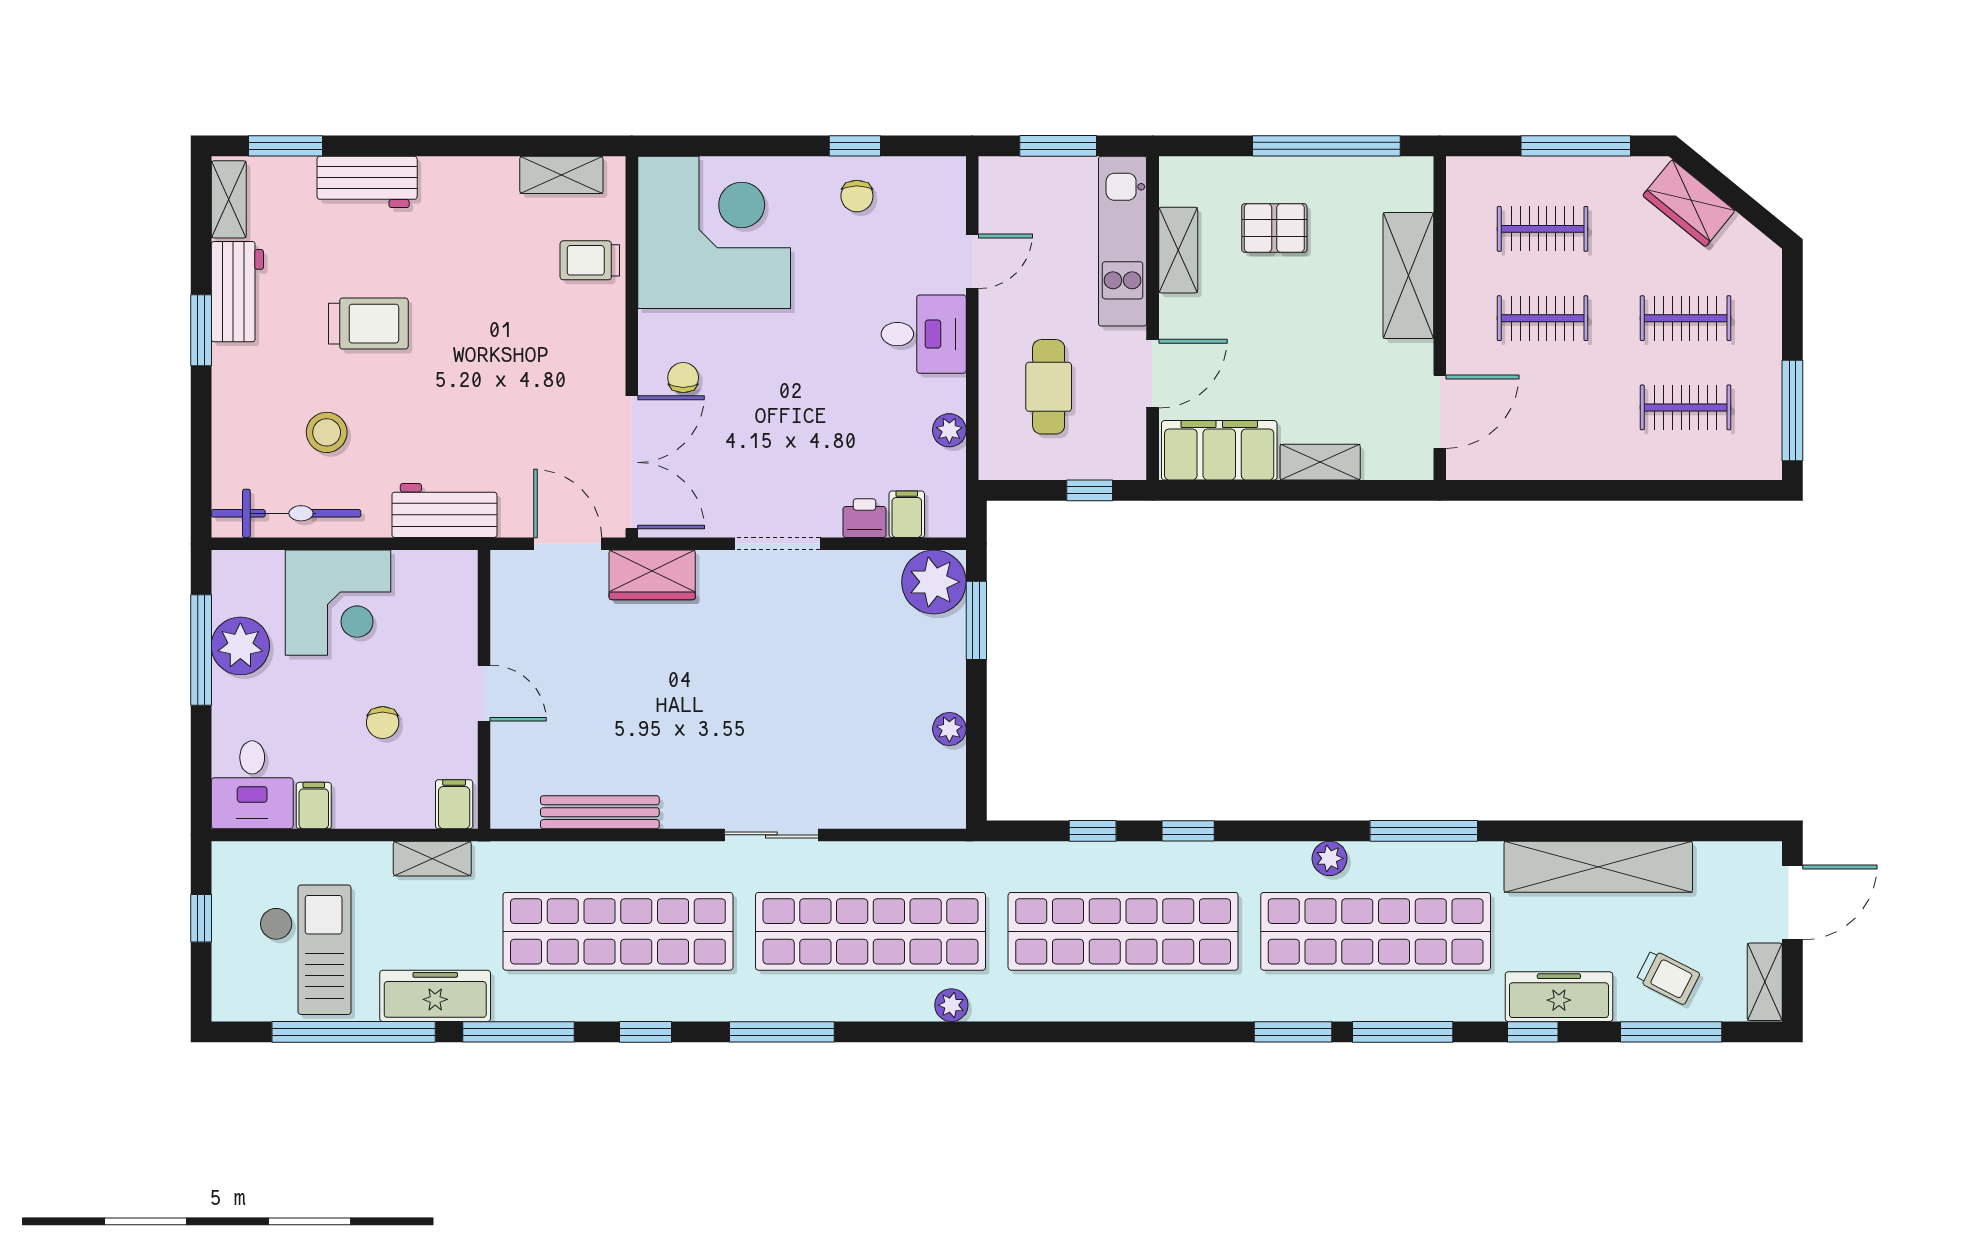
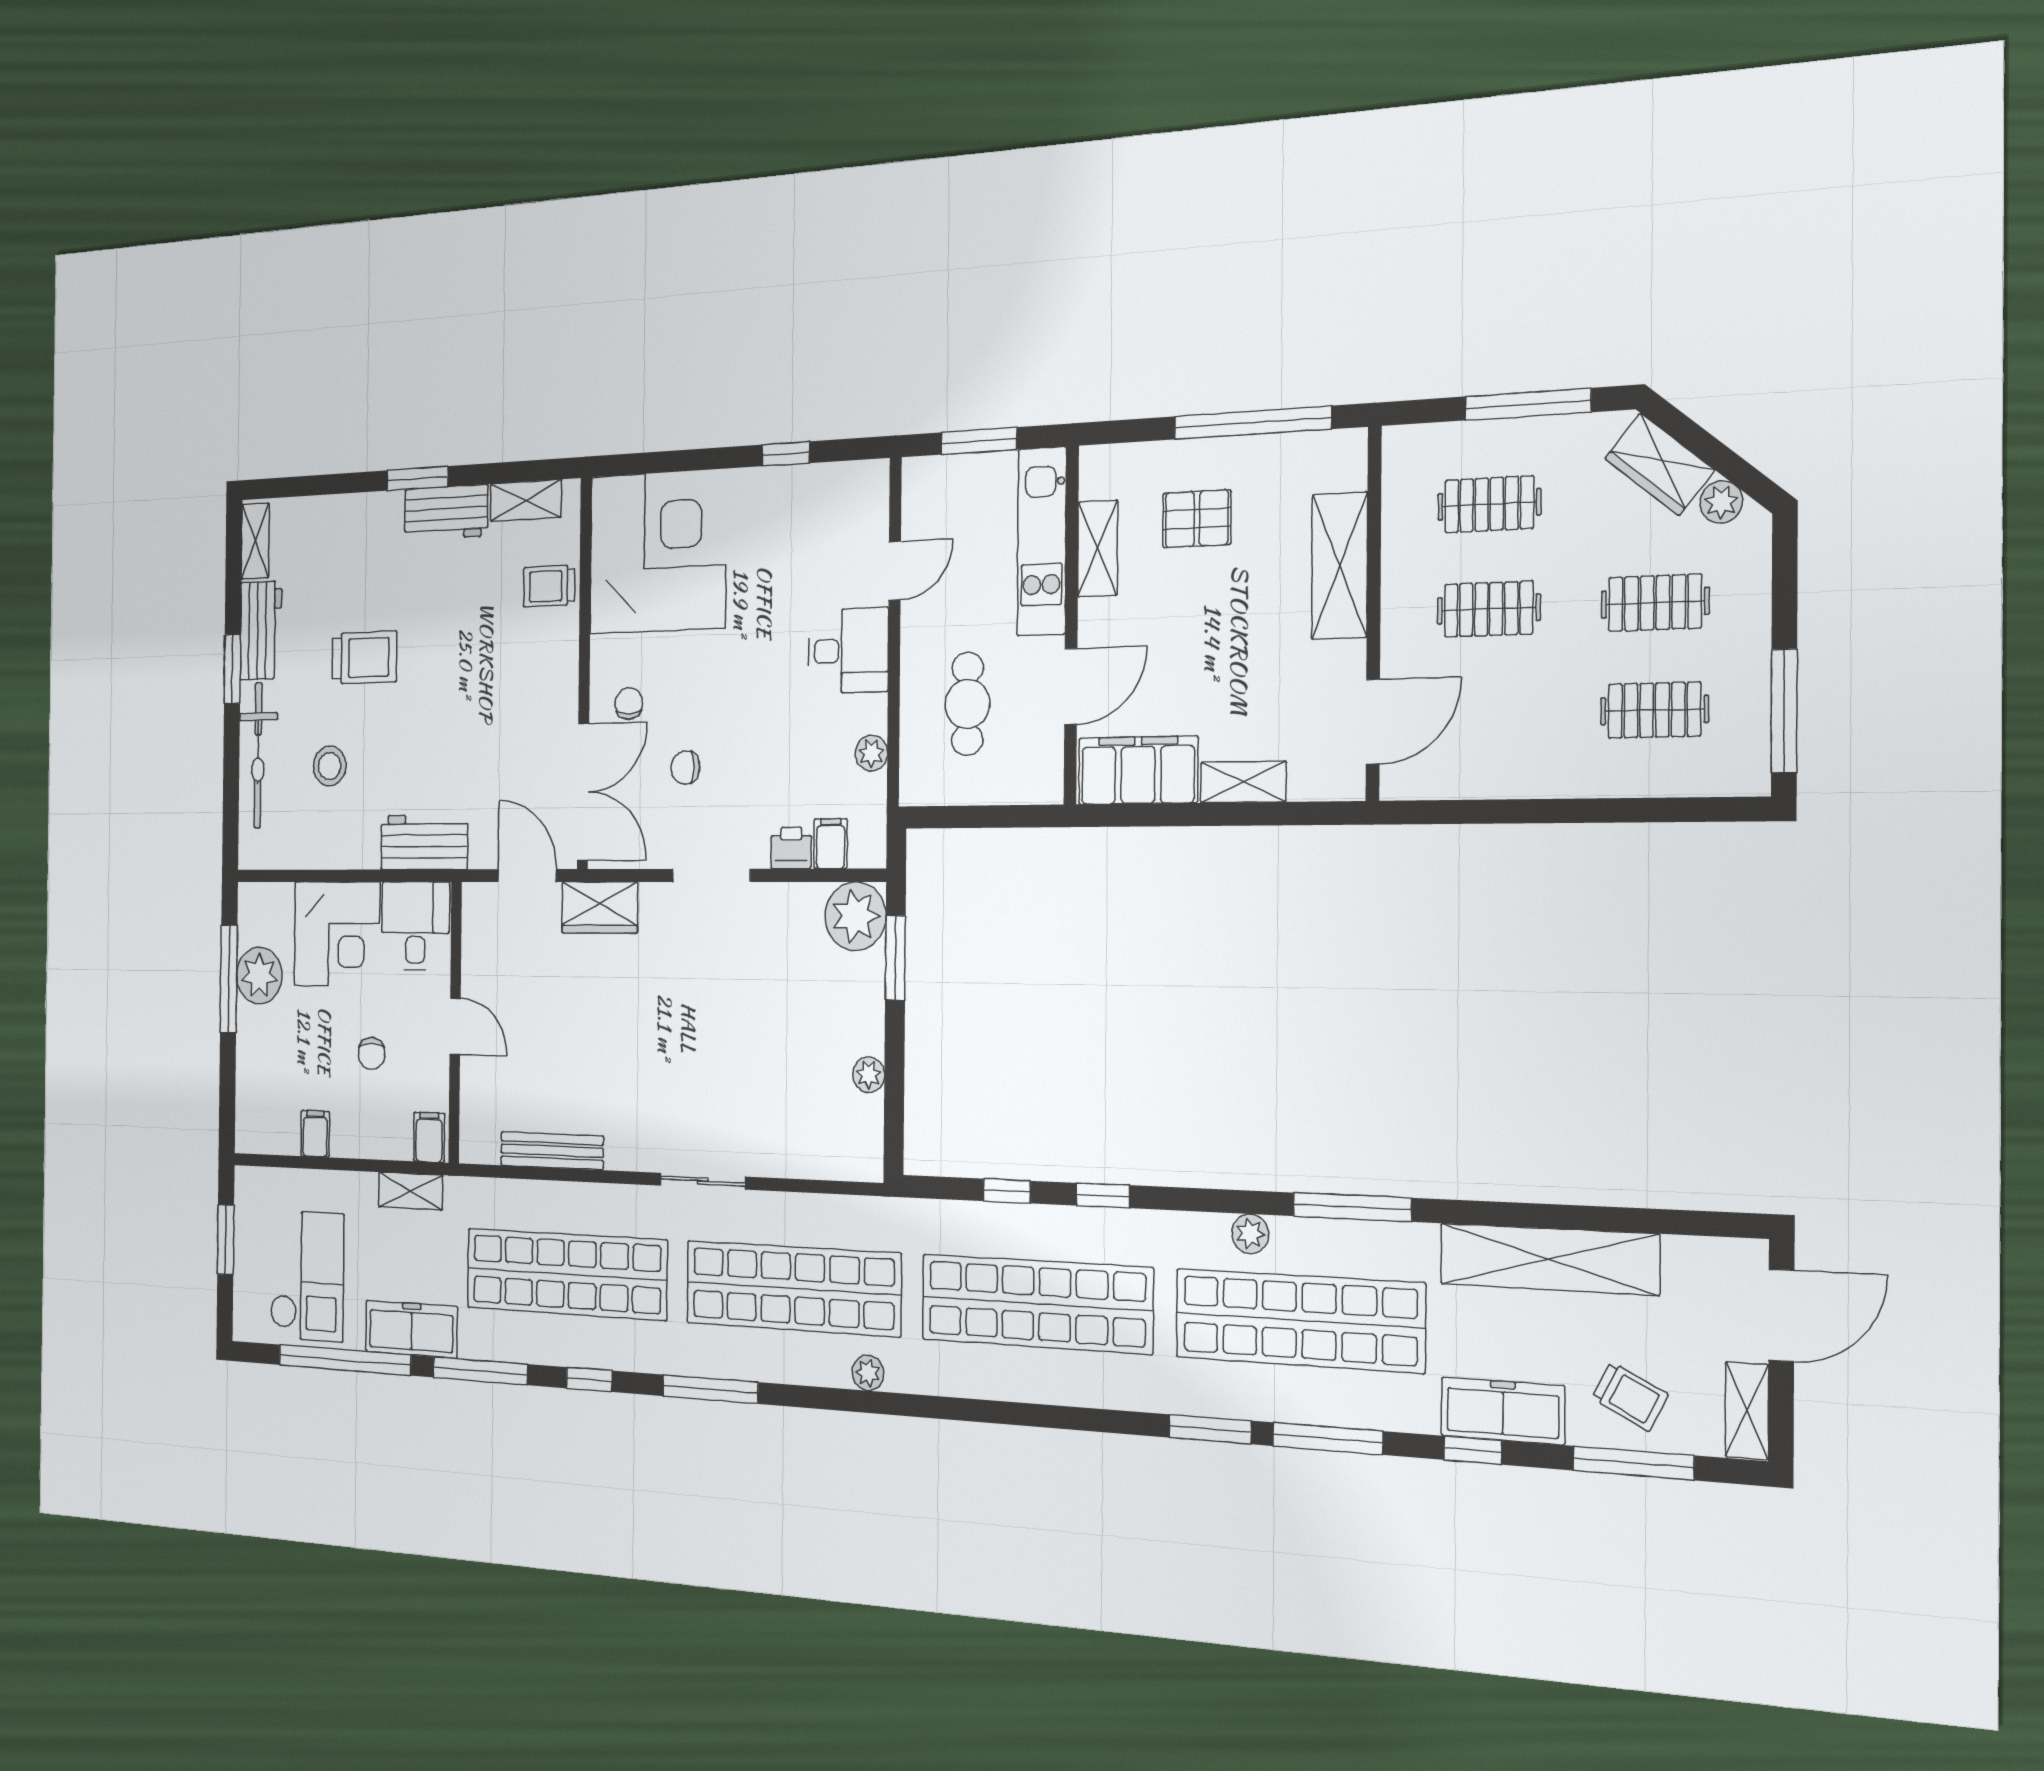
window: (286, 146) -> (417, 478), moved
workbench: (367, 182) -> (446, 513), moved
chair: (857, 196) -> (685, 768), moved, turned 90
plant: (1740, 237) -> (1721, 502), added
window: (1090, 490) -> (1007, 816), removed
bicycle: (286, 513) -> (258, 755), moved, turned 90
desk: (252, 785) -> (415, 926), moved, turned 180
window: (201, 918) -> (226, 1240), width x1.50

